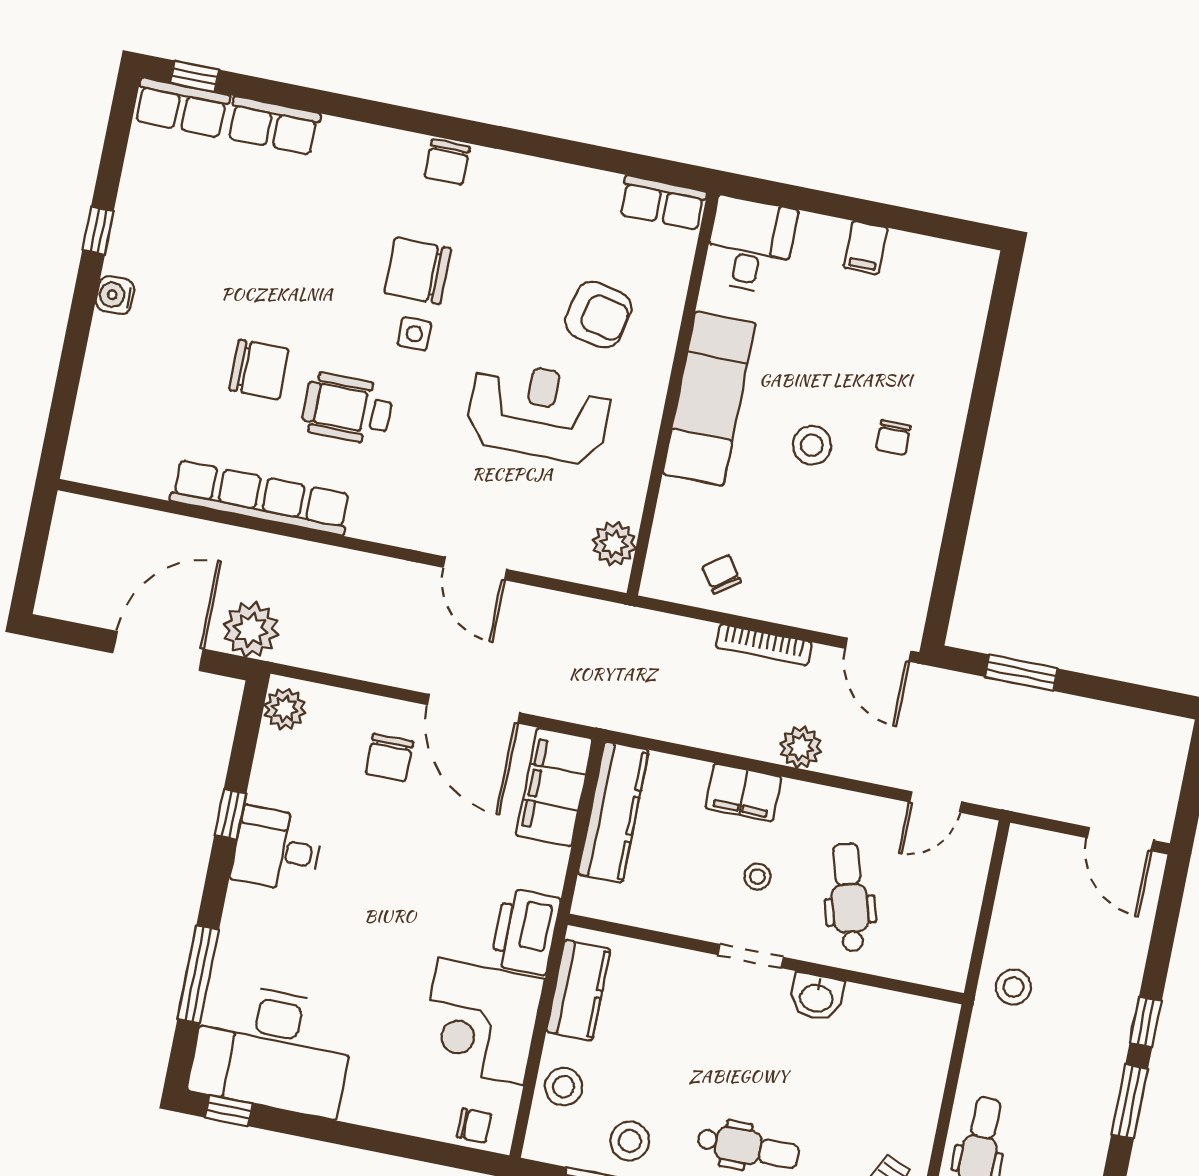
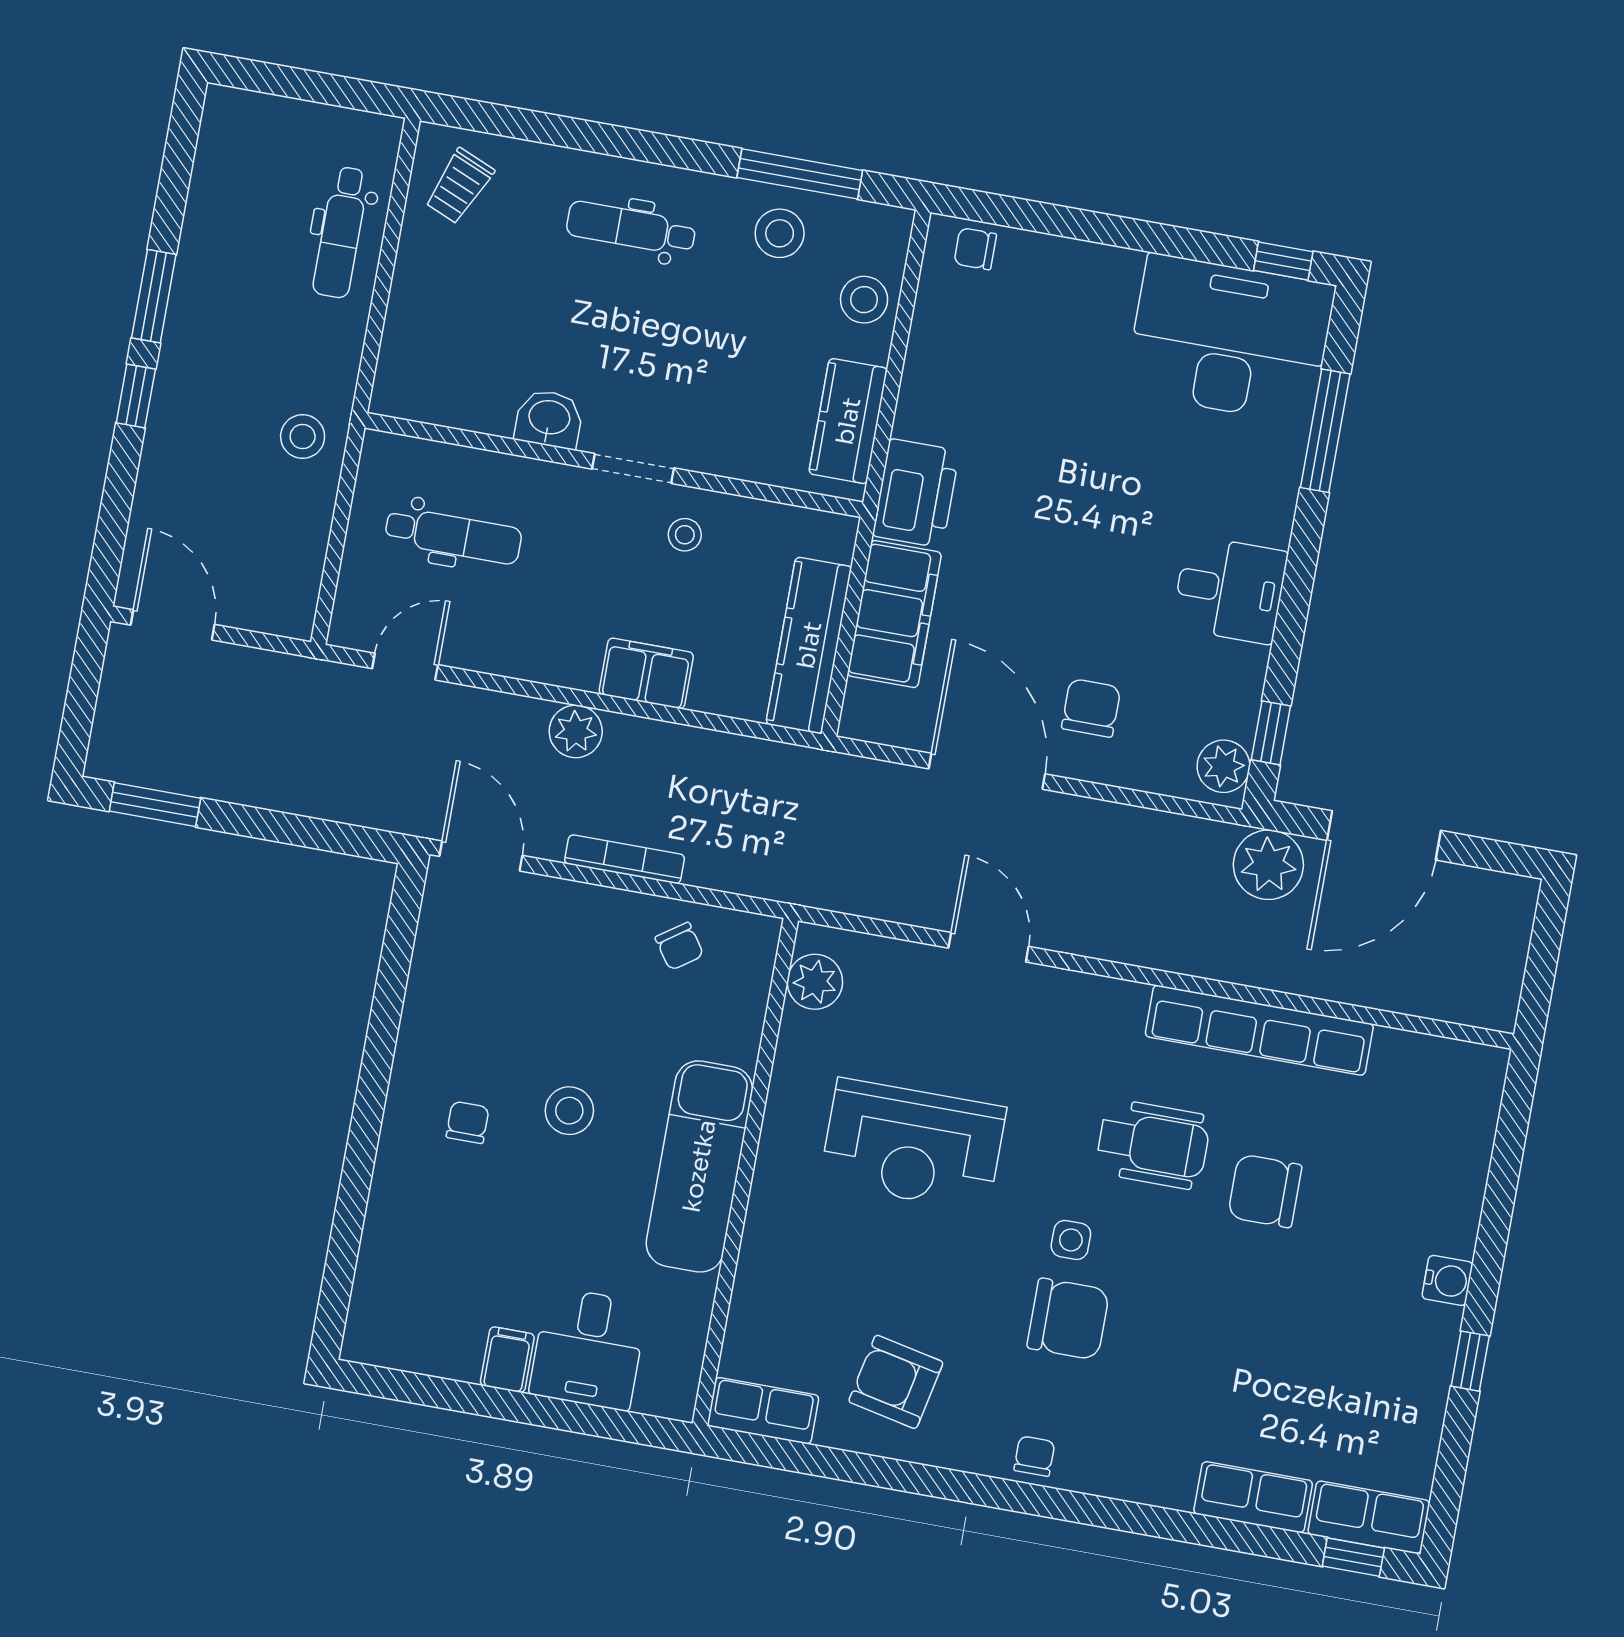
chair: (447, 162) -> (1034, 1456), width x0.73, depth x0.73
desk: (750, 245) -> (588, 1349), moved
armchair: (598, 315) -> (896, 1382), moved
window: (1021, 673) -> (155, 805), moved
filing cabinet: (554, 787) -> (894, 614), moved
window: (230, 814) -> (1271, 733), moved
stool: (758, 877) -> (685, 535), moved
dental chair: (849, 897) -> (453, 535), moved, turned -74
corner desk: (481, 1022) -> (969, 379), removed

